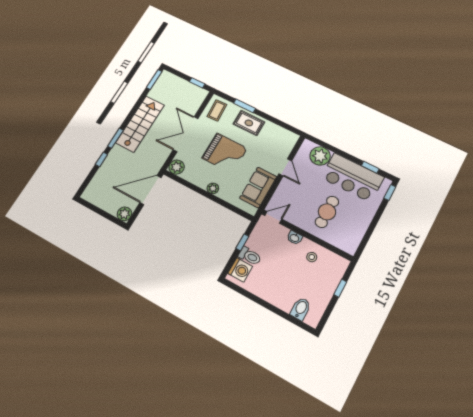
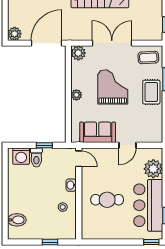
grand piano: (225, 153) -> (113, 87), turned 180
door: (151, 190) -> (47, 43), hinge flipped

